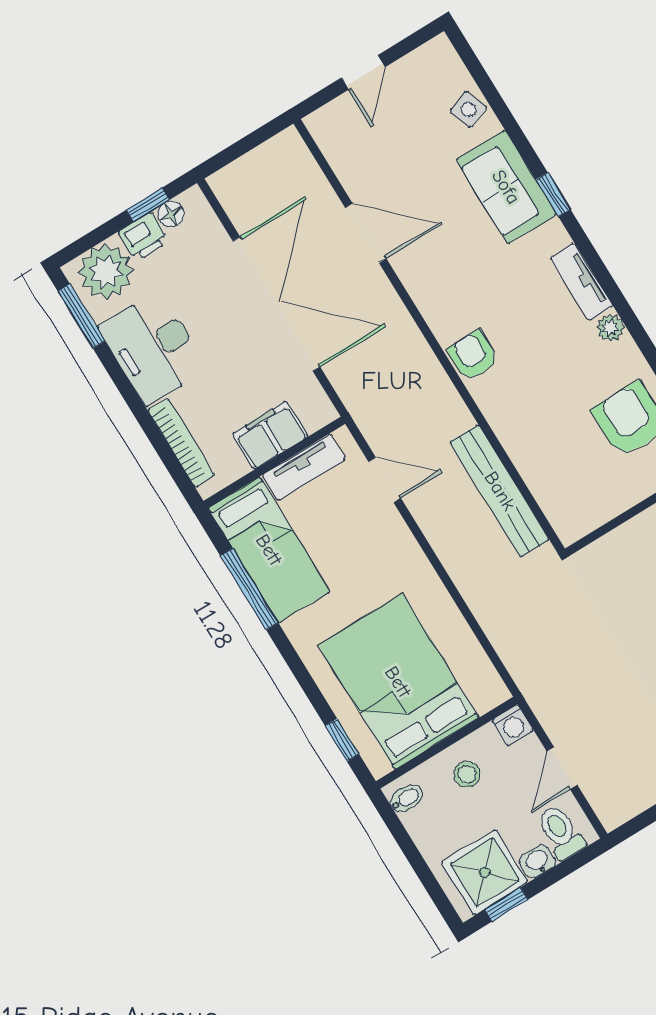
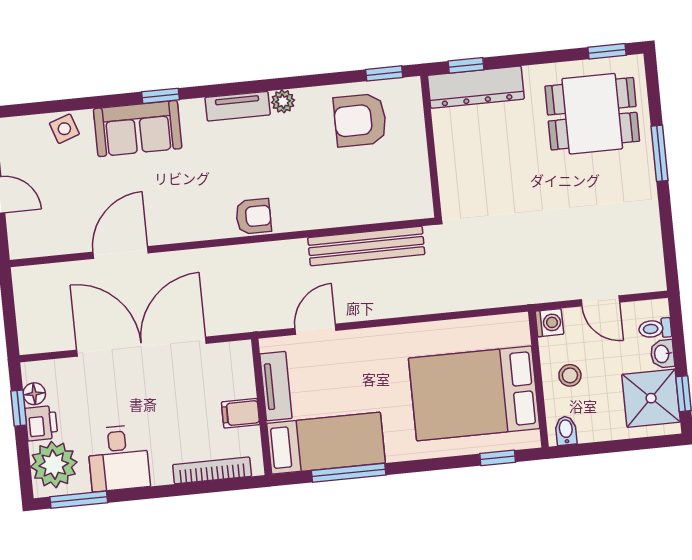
desk: (153, 348) -> (118, 458), width x0.73
armchair: (473, 356) -> (254, 216), turned 180
filing cabinet: (270, 435) -> (241, 413), width x0.50
toilet: (561, 832) -> (655, 329), width x0.73, depth x0.72

